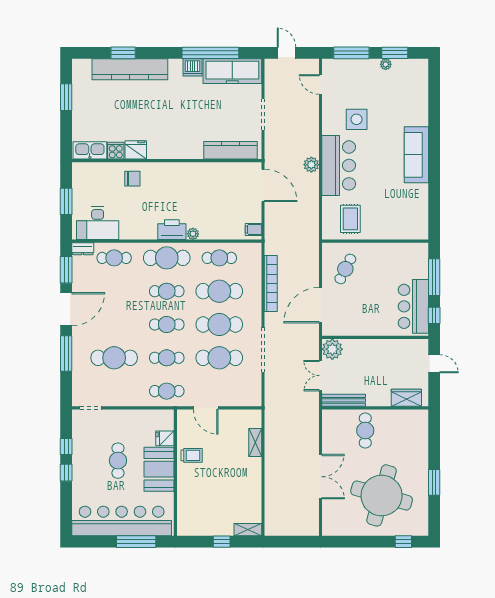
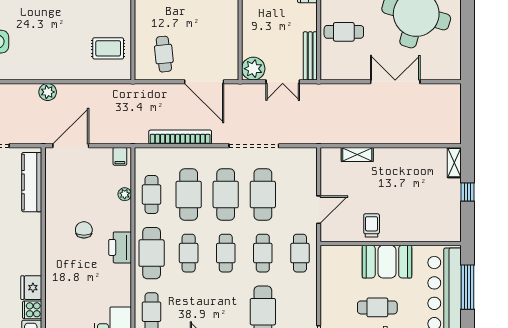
bar counter: (339, 165) -> (48, 62), removed
chair: (132, 179) -> (84, 230), moved
plant: (193, 234) -> (125, 194), moved
cafe table: (345, 269) -> (164, 54), turned 57
fridge: (165, 438) -> (353, 255), removed

